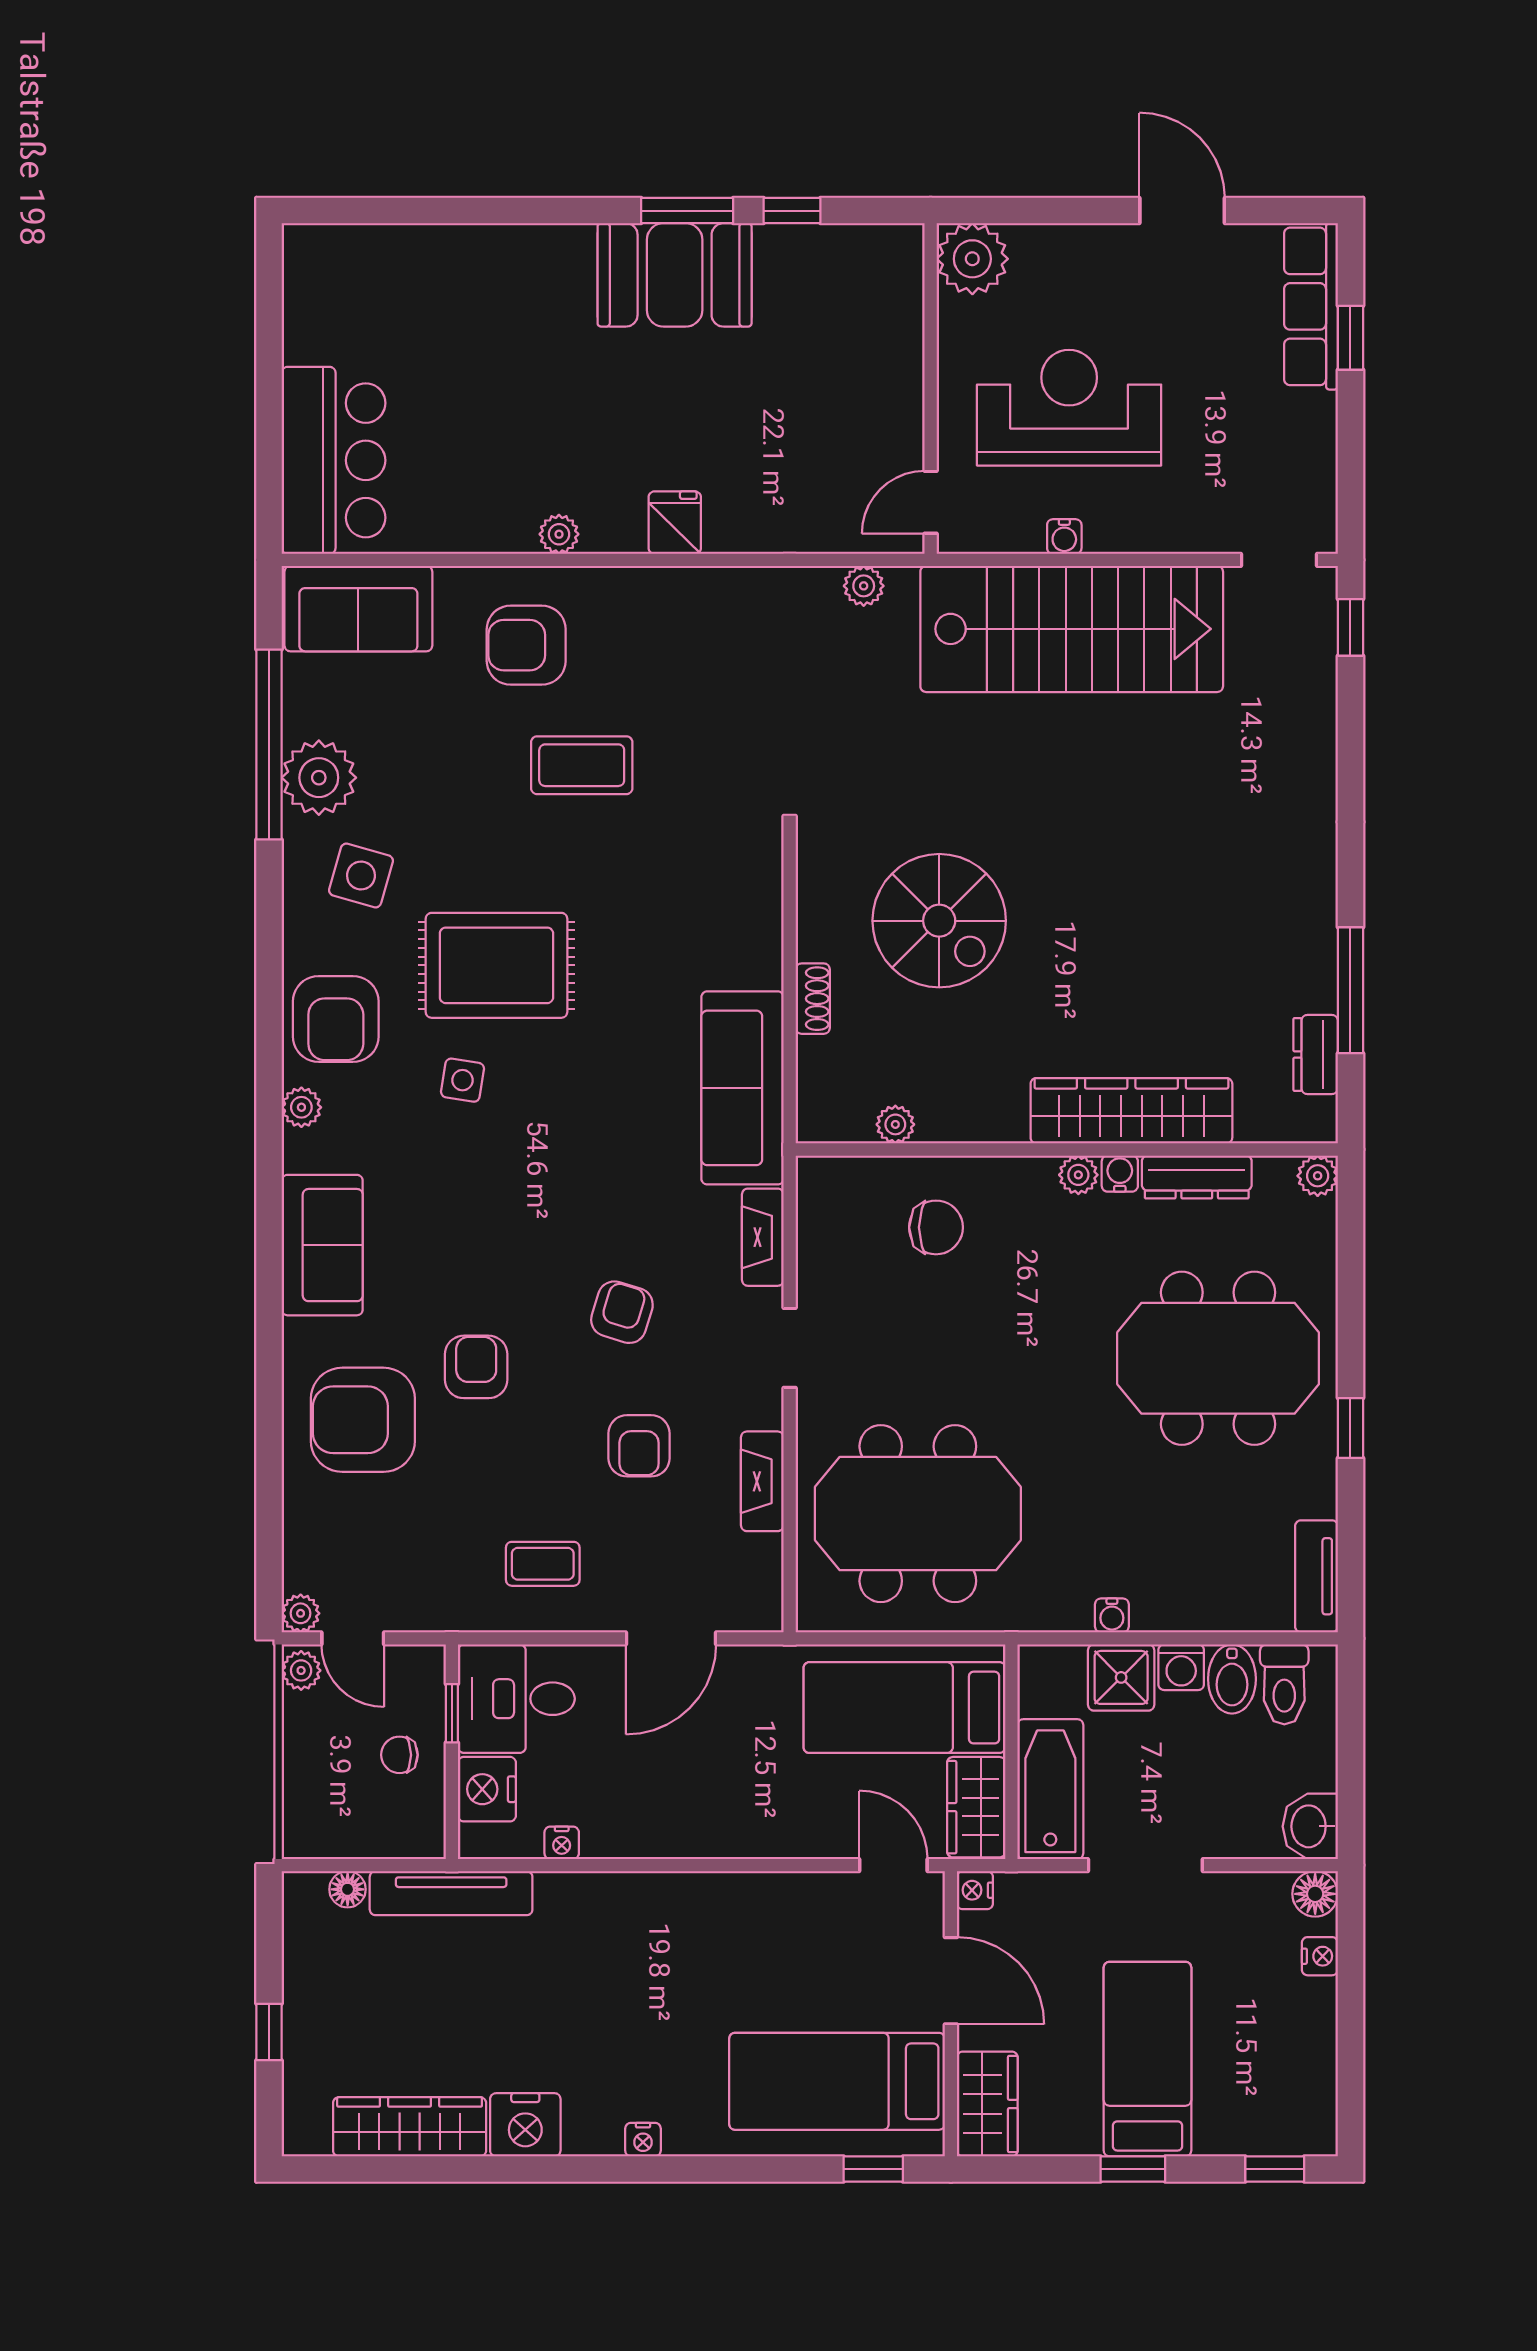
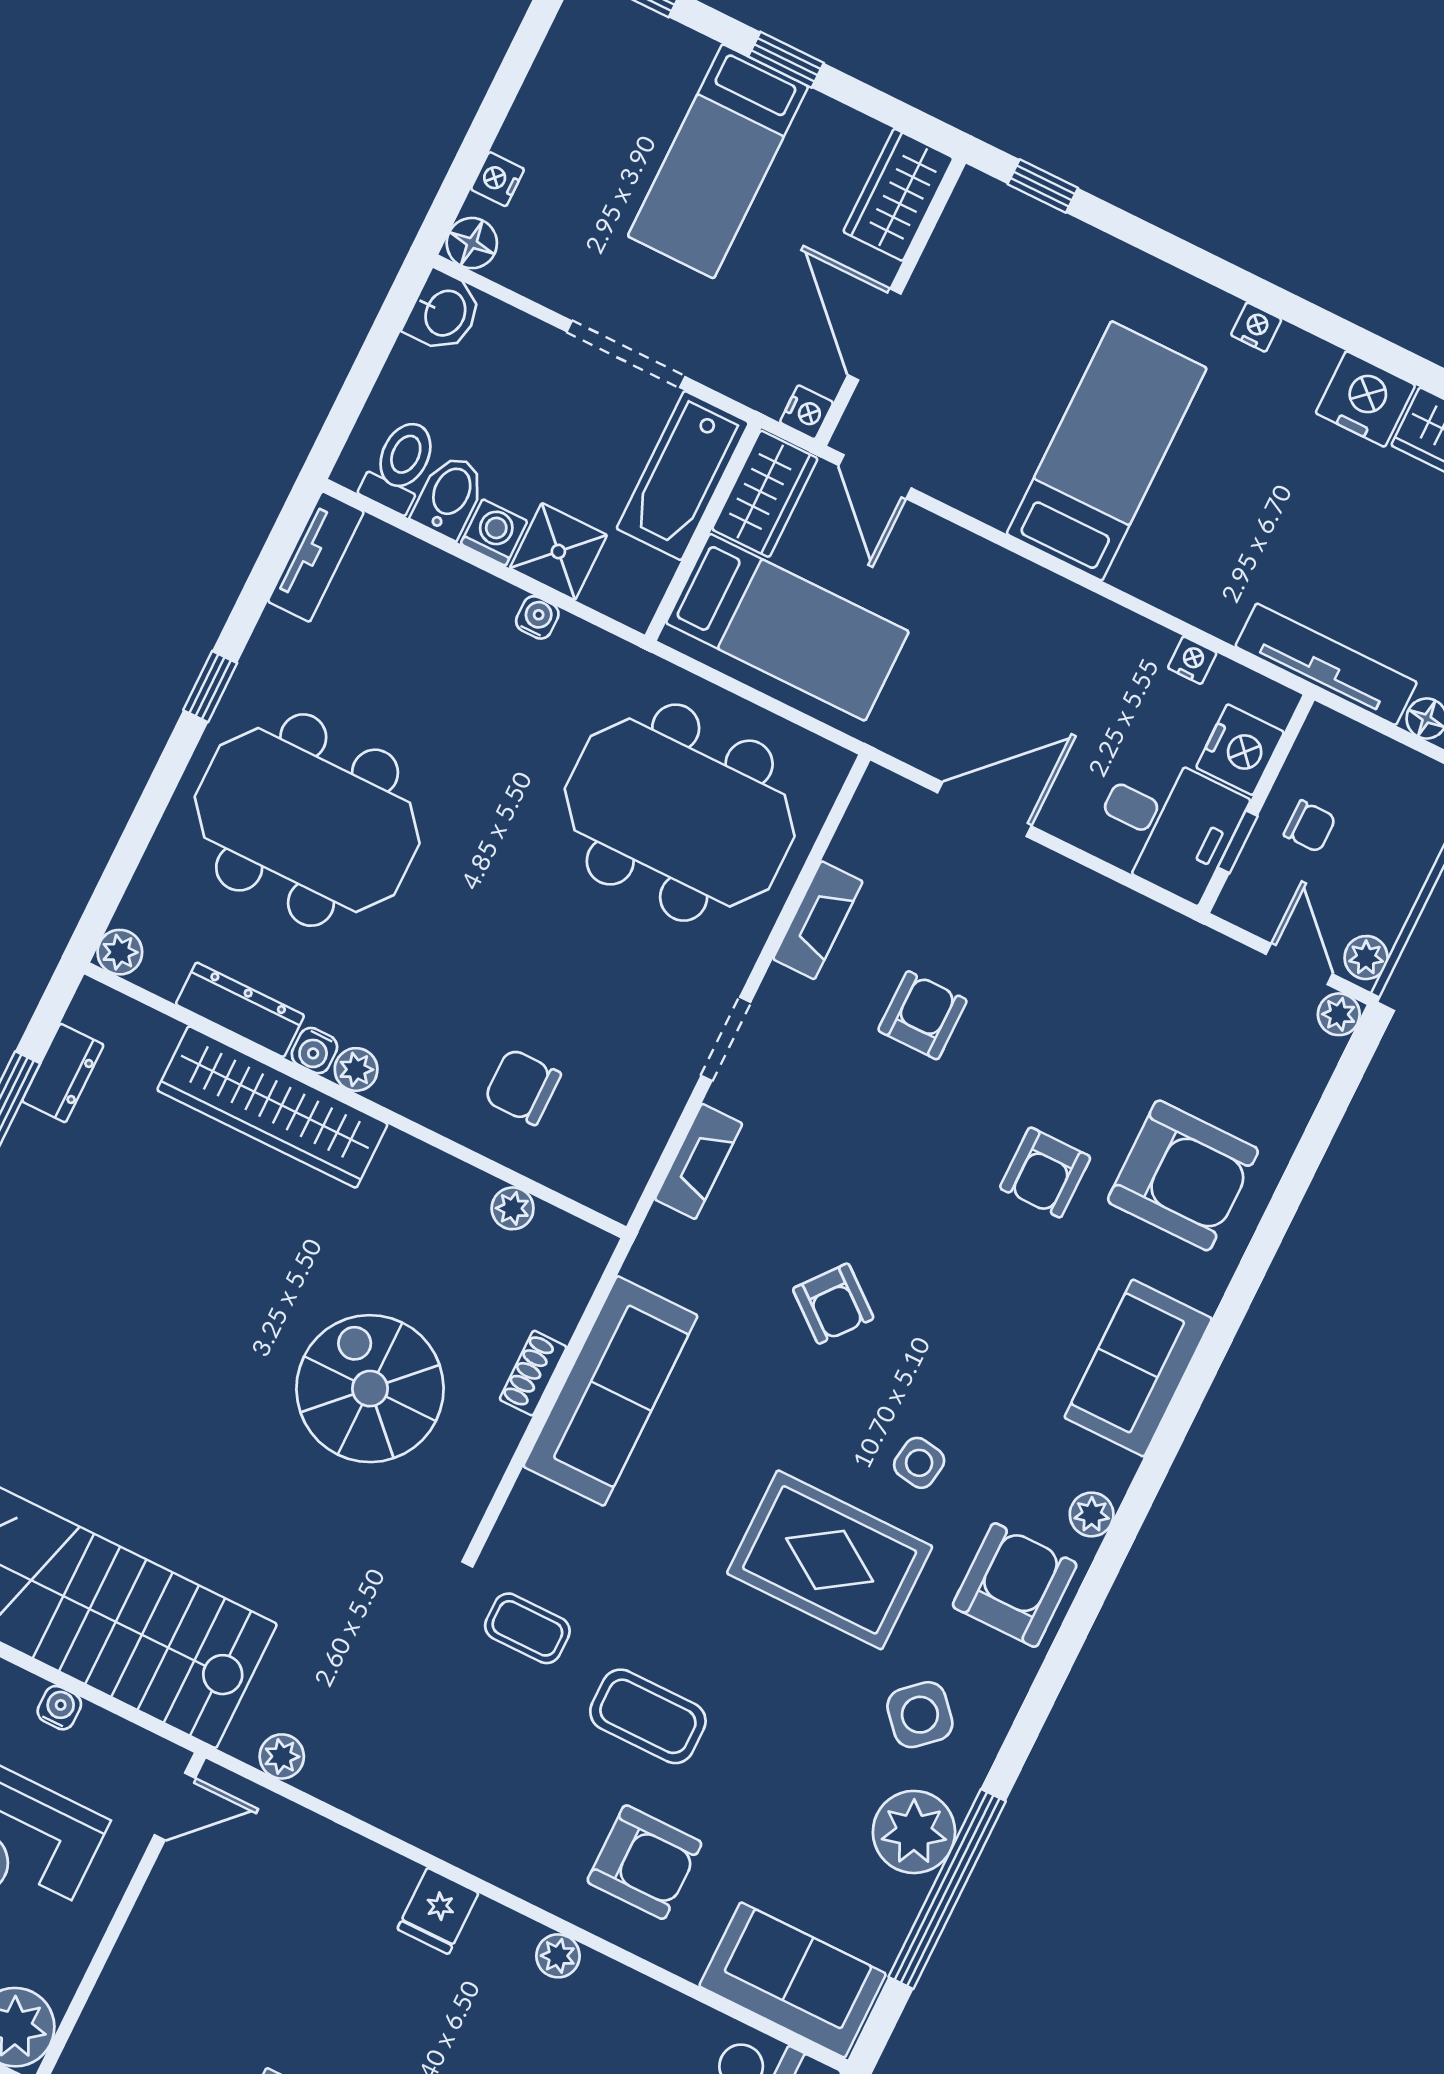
side table: (361, 875) -> (920, 1715), turned 32
sofa: (742, 1088) -> (611, 1391), moved
armchair: (622, 1312) -> (833, 1304), moved, turned -68
coffee table: (543, 1564) -> (527, 1628), moved
bed: (837, 2081) -> (1107, 451), moved, turned -90

